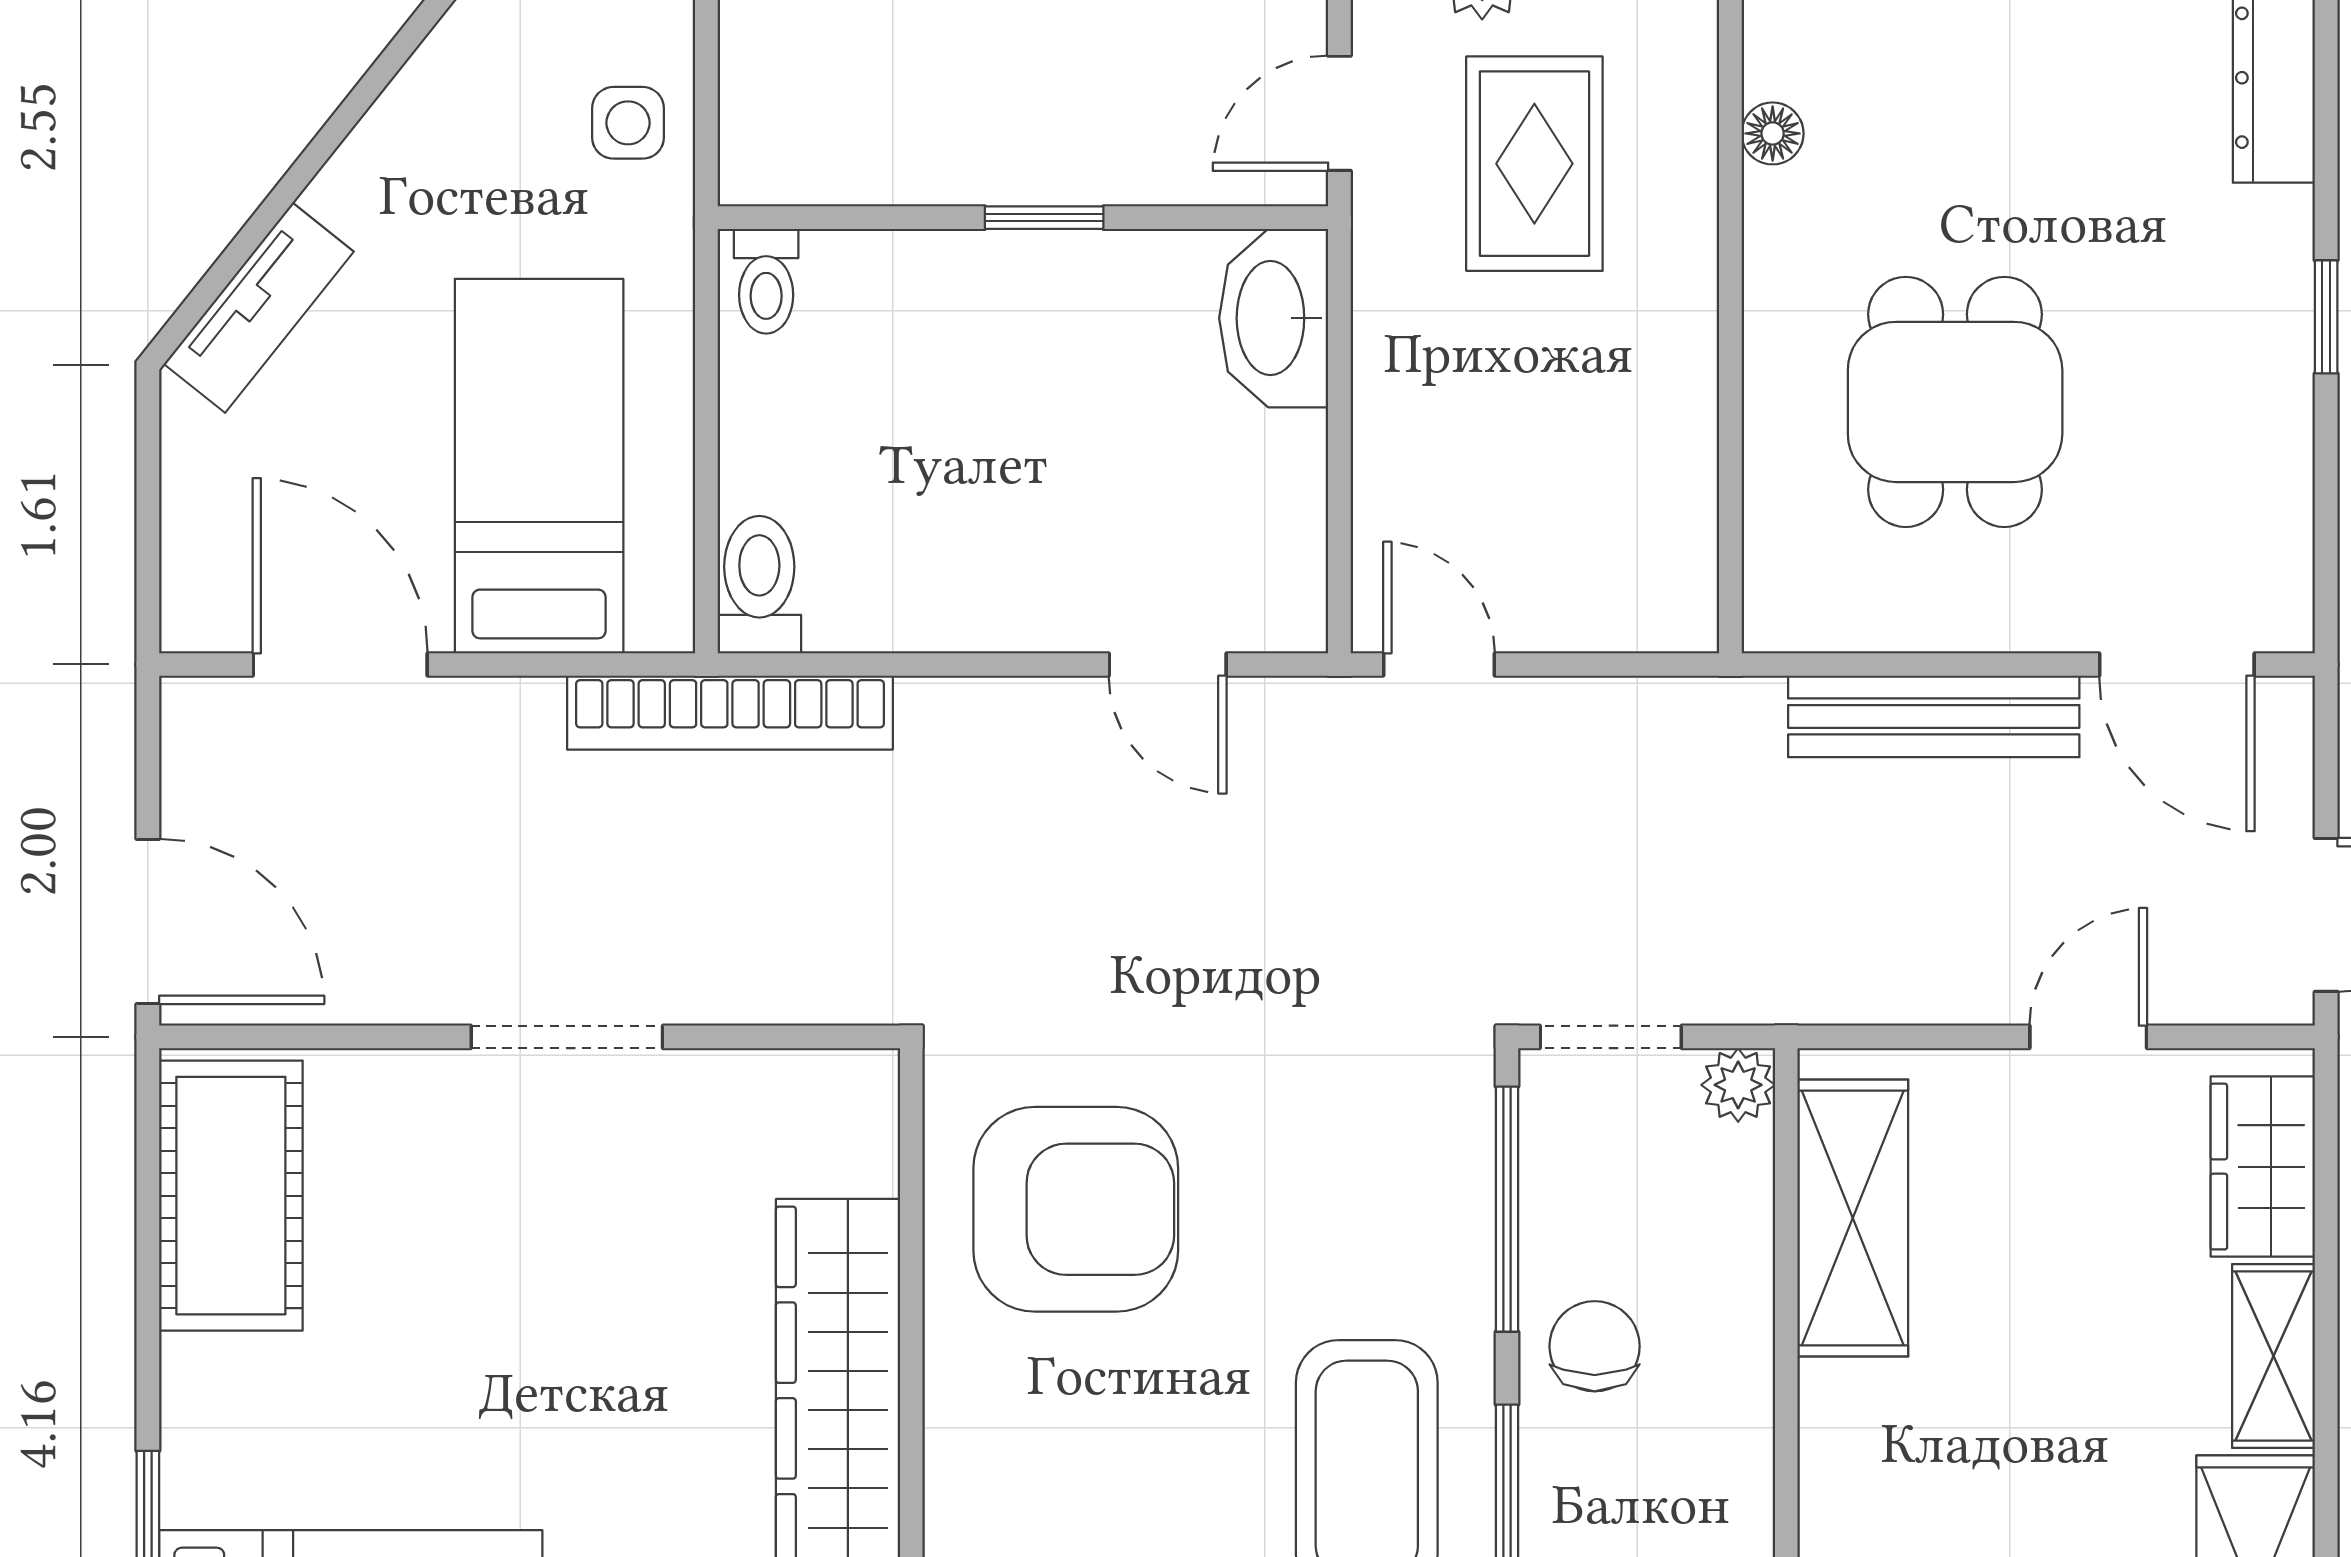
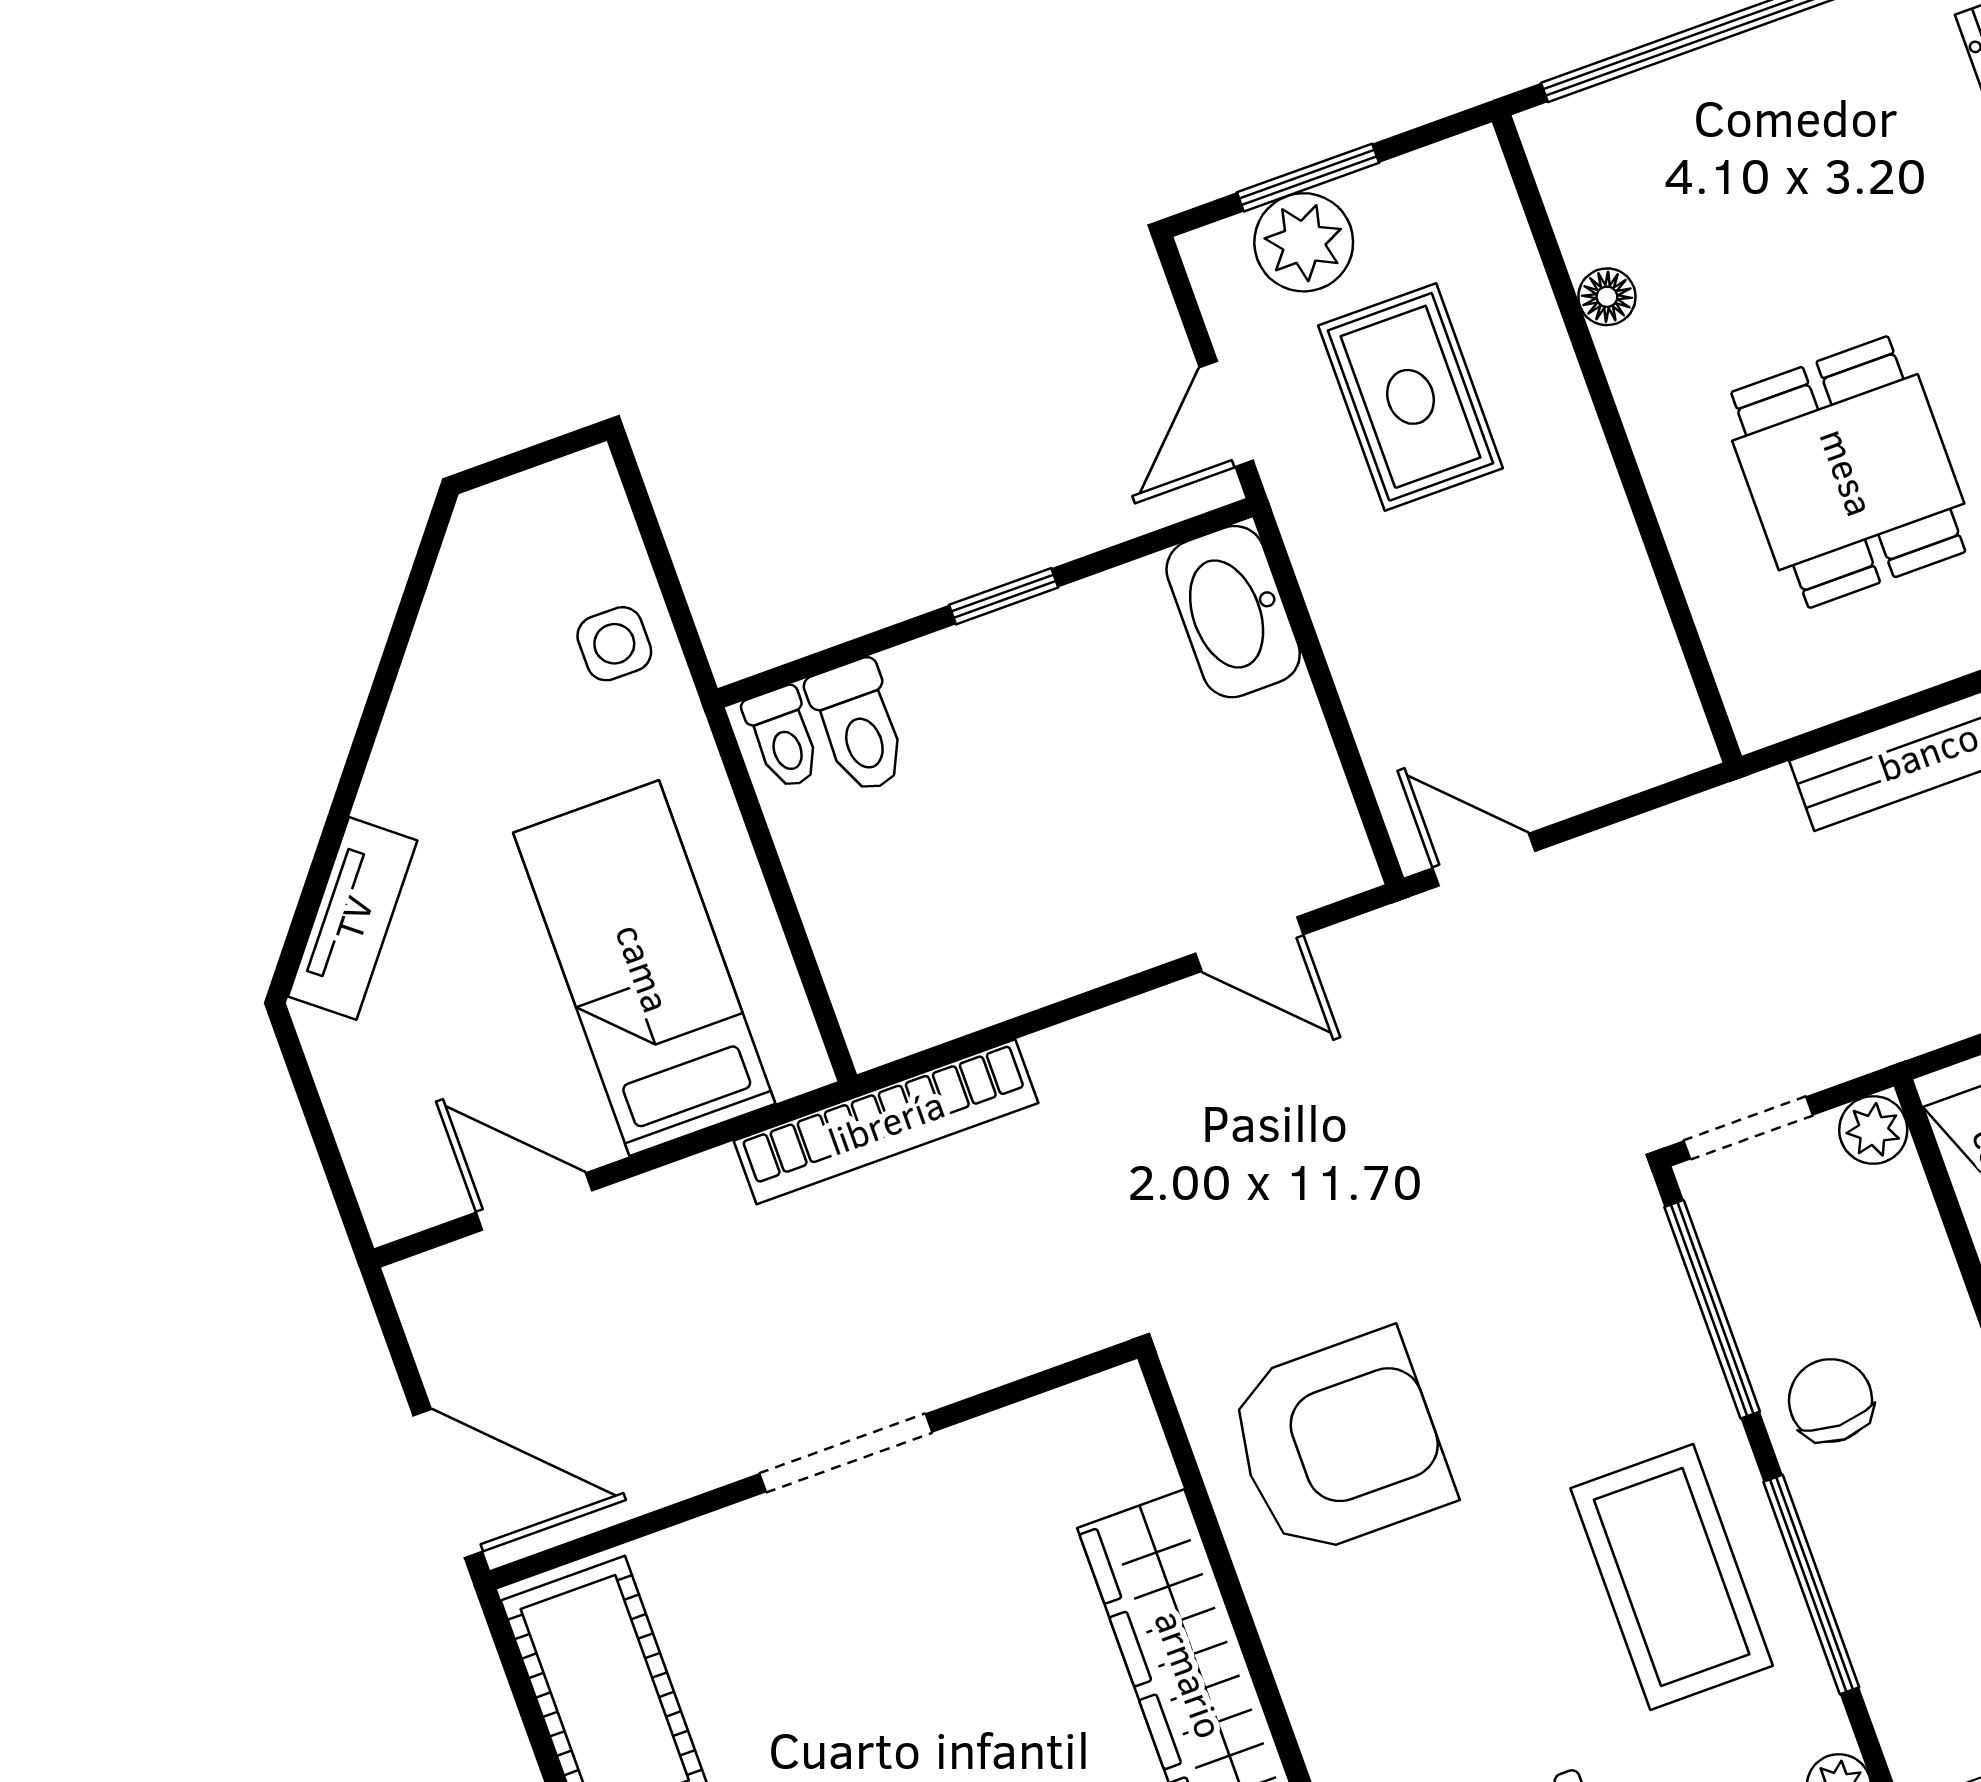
toilet: (759, 585) -> (858, 726), moved, turned 180
door: (340, 664) -> (534, 1202), width x0.73

